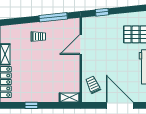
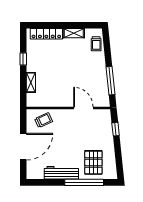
trolley: (38, 37) -> (96, 44), moved
shelving: (69, 98) -> (31, 82), moved

